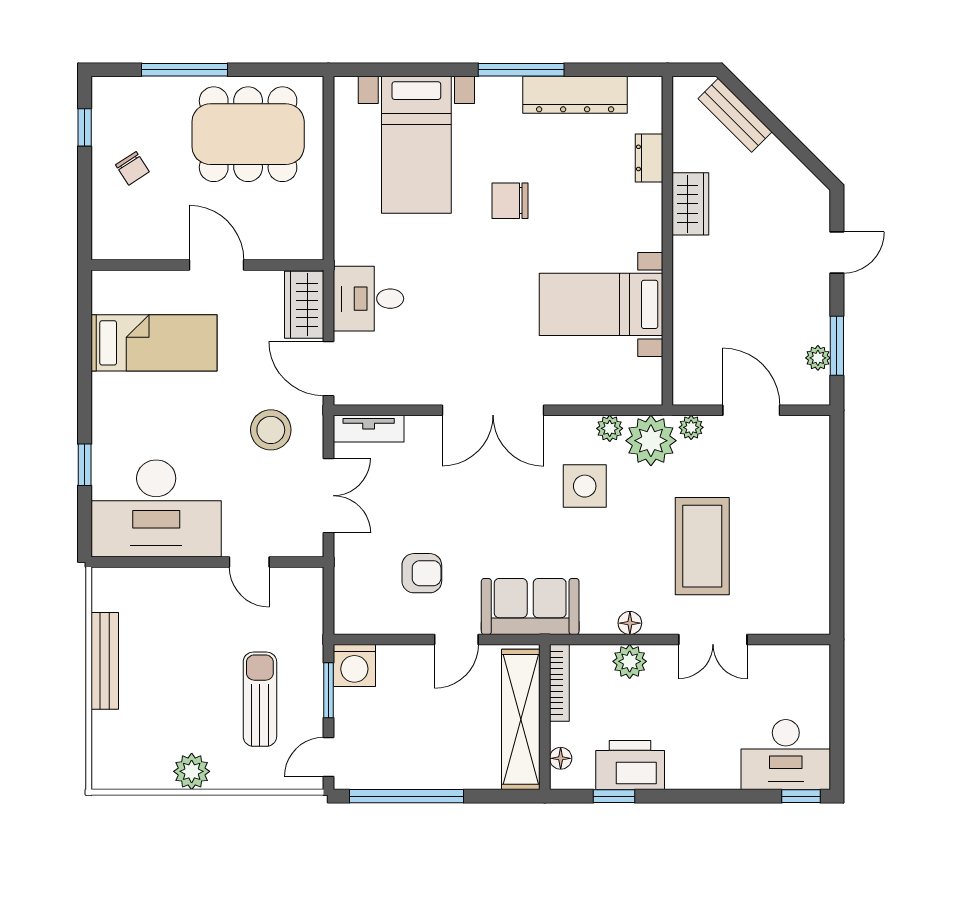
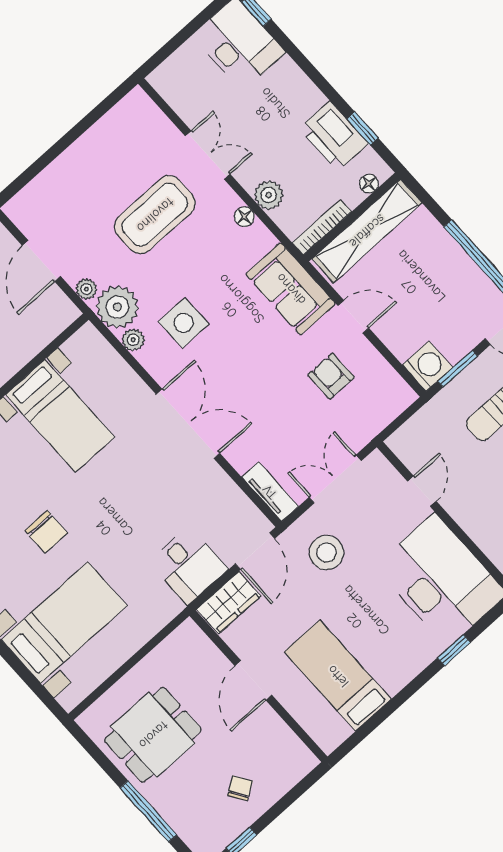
dining table: (248, 134) -> (153, 735), width x0.73

